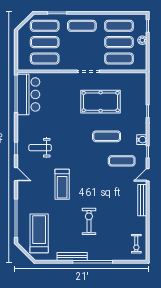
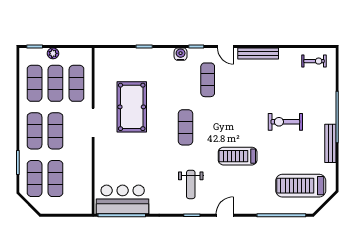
exercise mat: (45, 59) -> (55, 131), moved
exercise mat: (107, 136) -> (185, 127), moved
treadmill: (62, 184) -> (238, 156), turned 180

